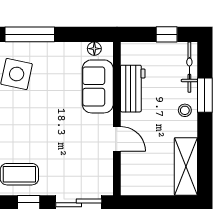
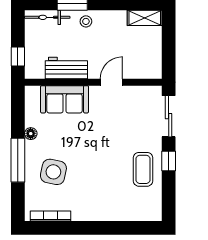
window: (167, 34) -> (18, 56), moved
floor lamp: (94, 49) -> (31, 134), moved
shelving: (186, 166) -> (145, 18), width x0.67, depth x0.75

